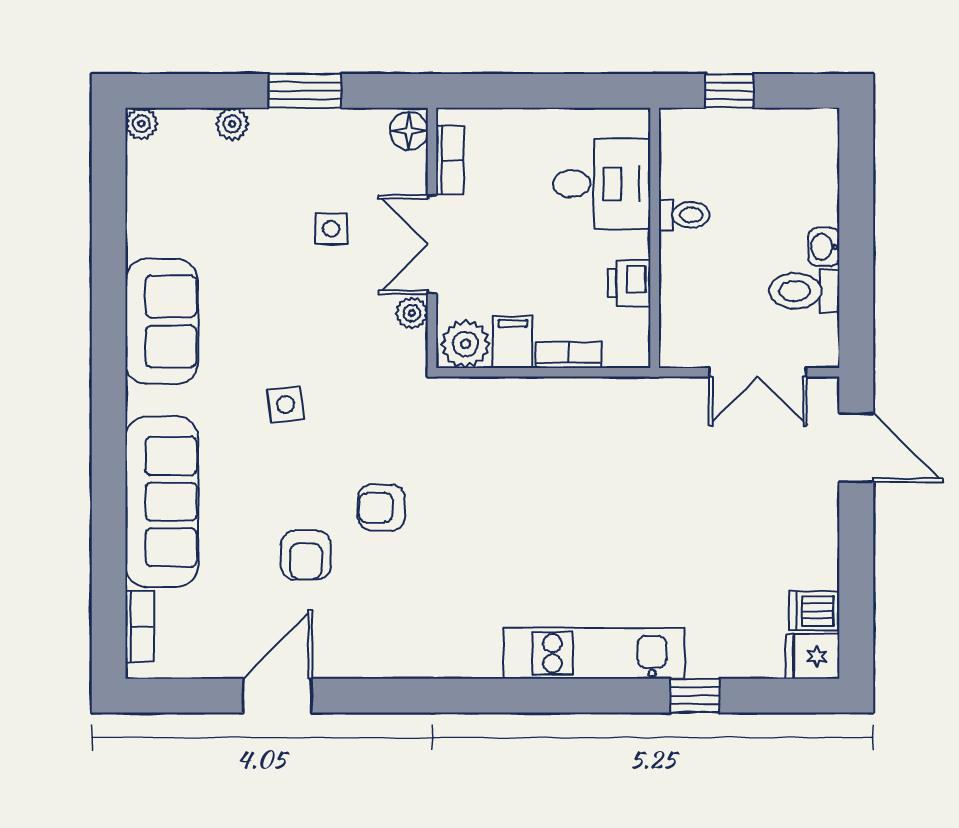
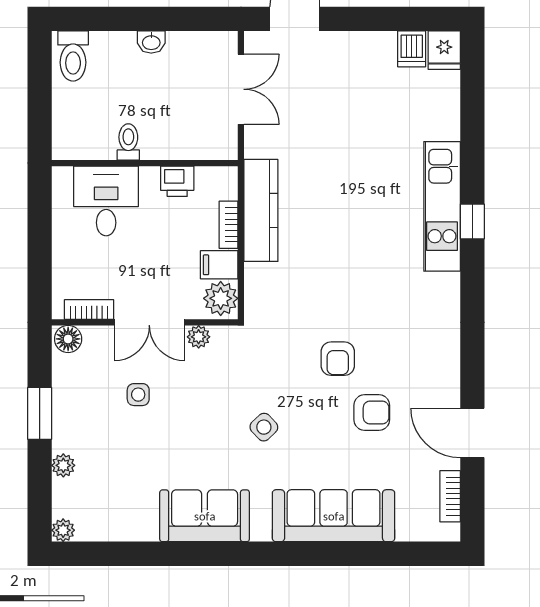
window: (729, 91) -> (40, 110), removed
toilet: (804, 291) -> (73, 56), moved
kitchen counter: (588, 400) -> (261, 210), added
side table: (286, 404) -> (264, 427), turned -36
bookcase: (140, 626) -> (450, 496), moved, turned -90
window: (695, 696) -> (472, 222), moved

